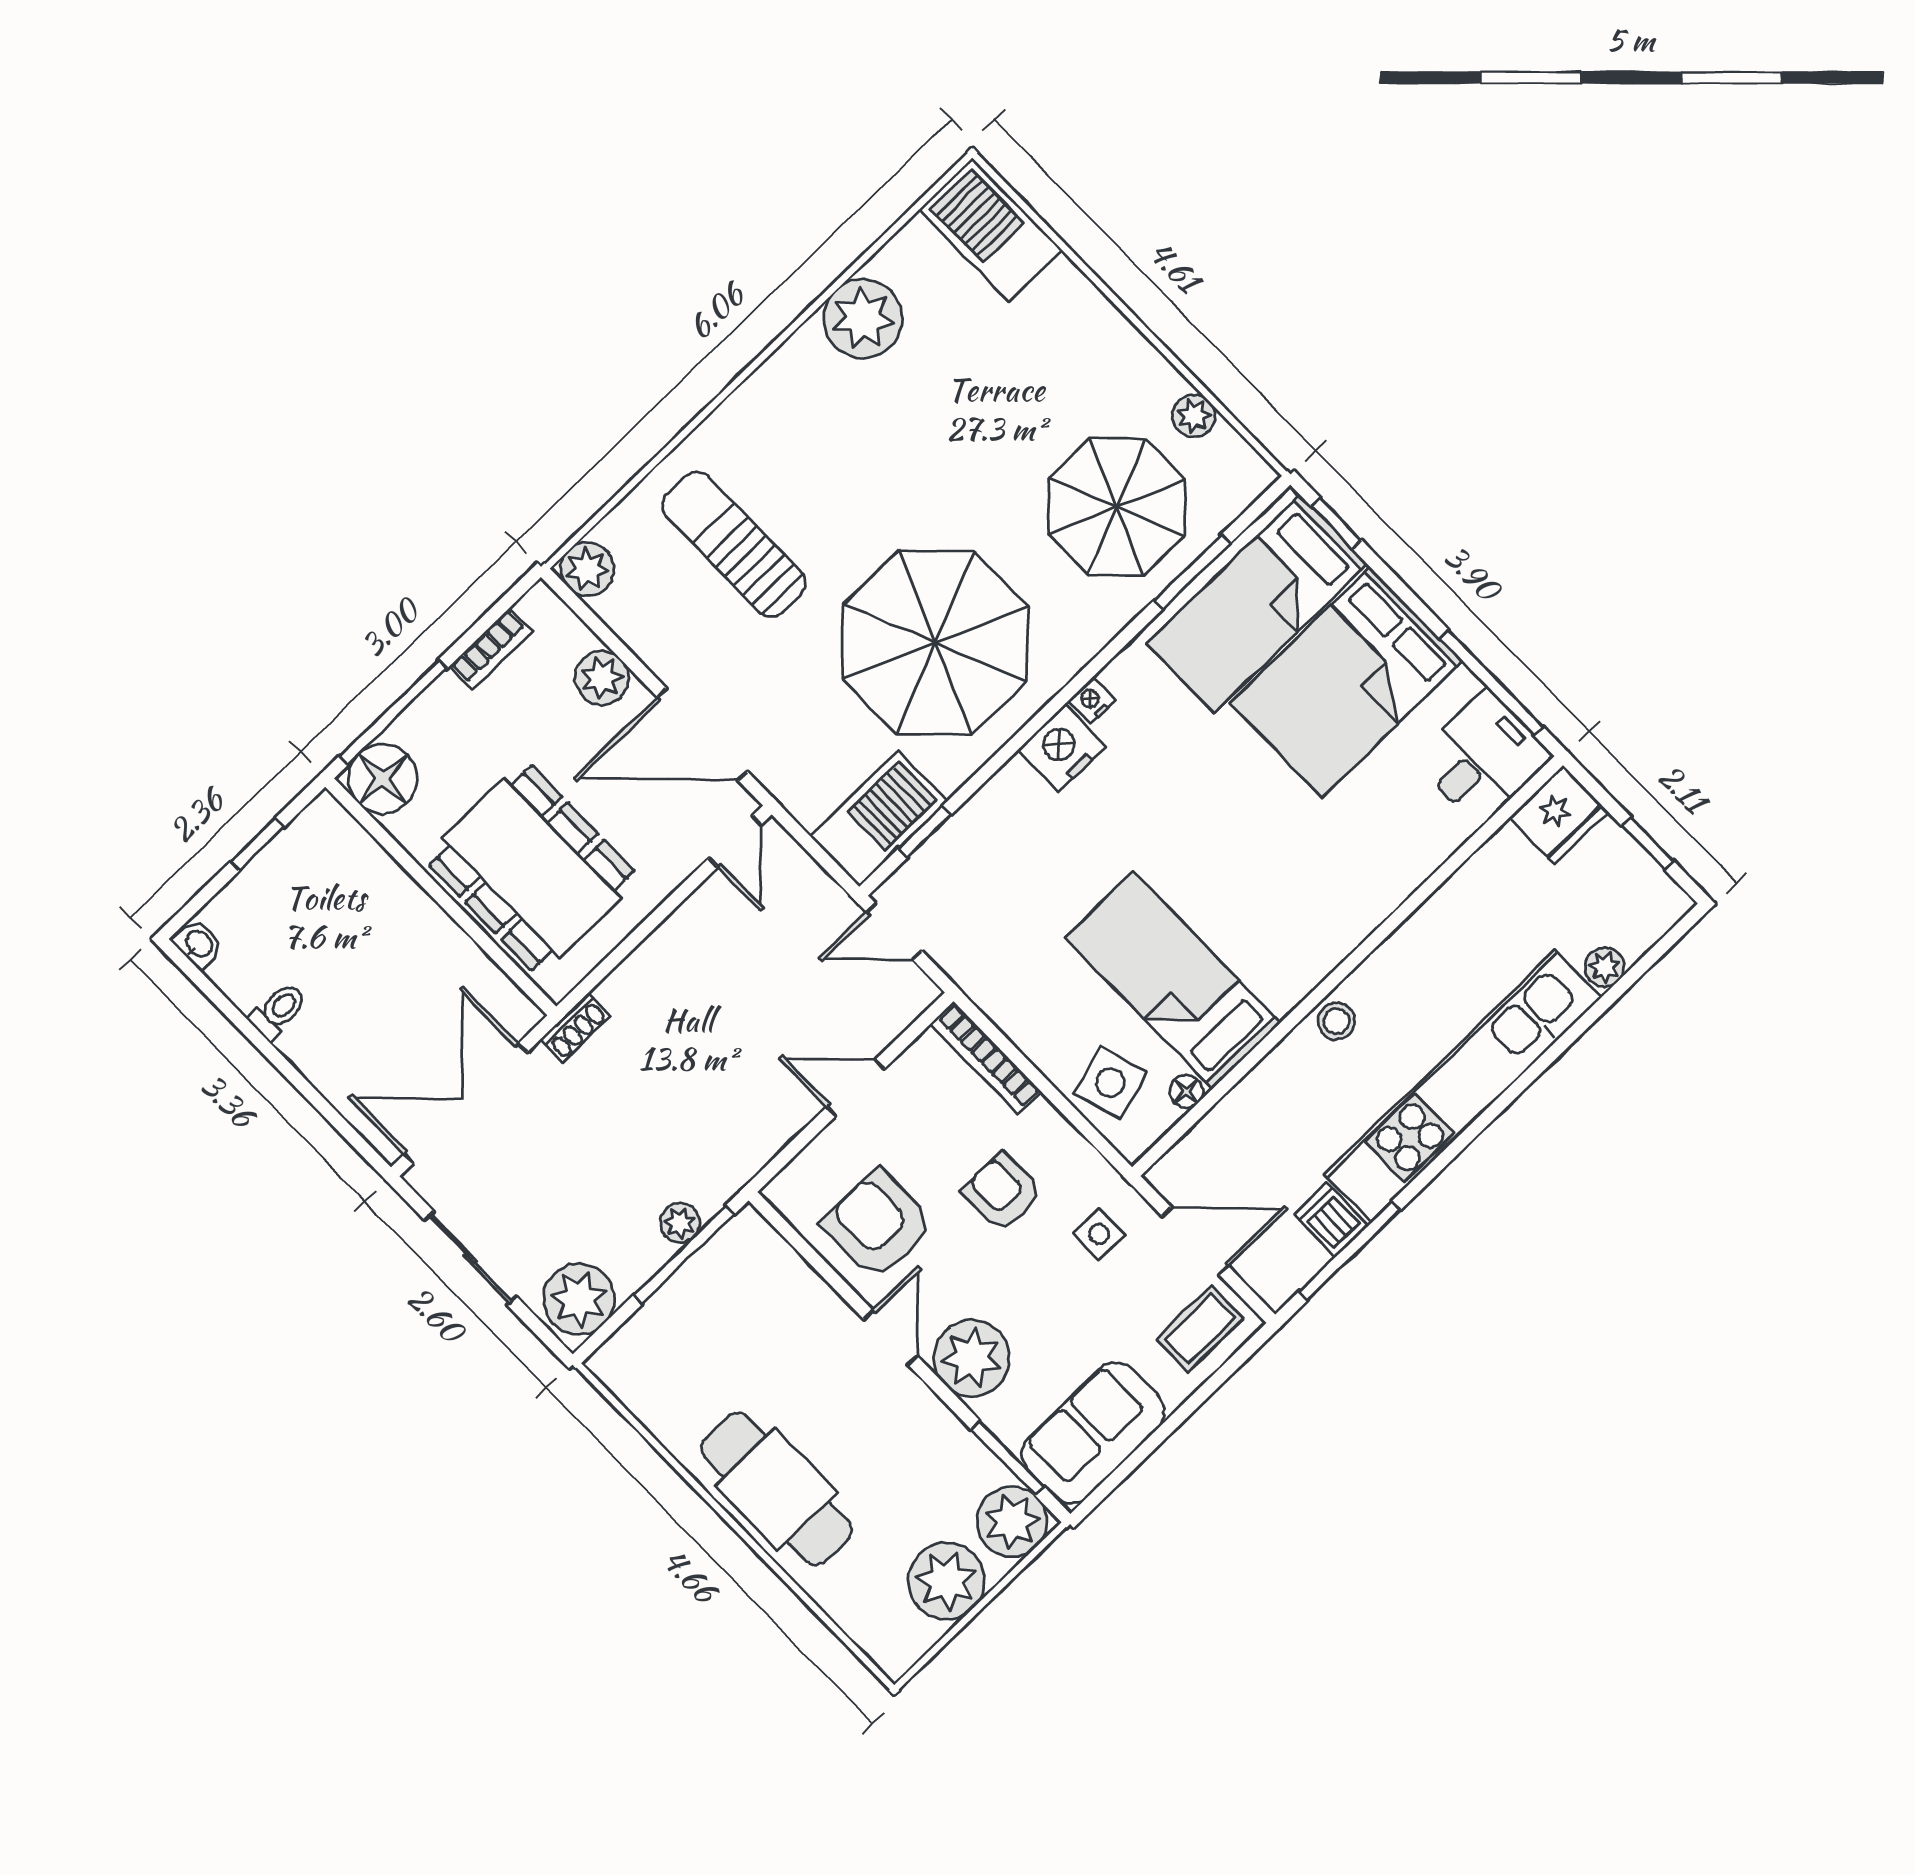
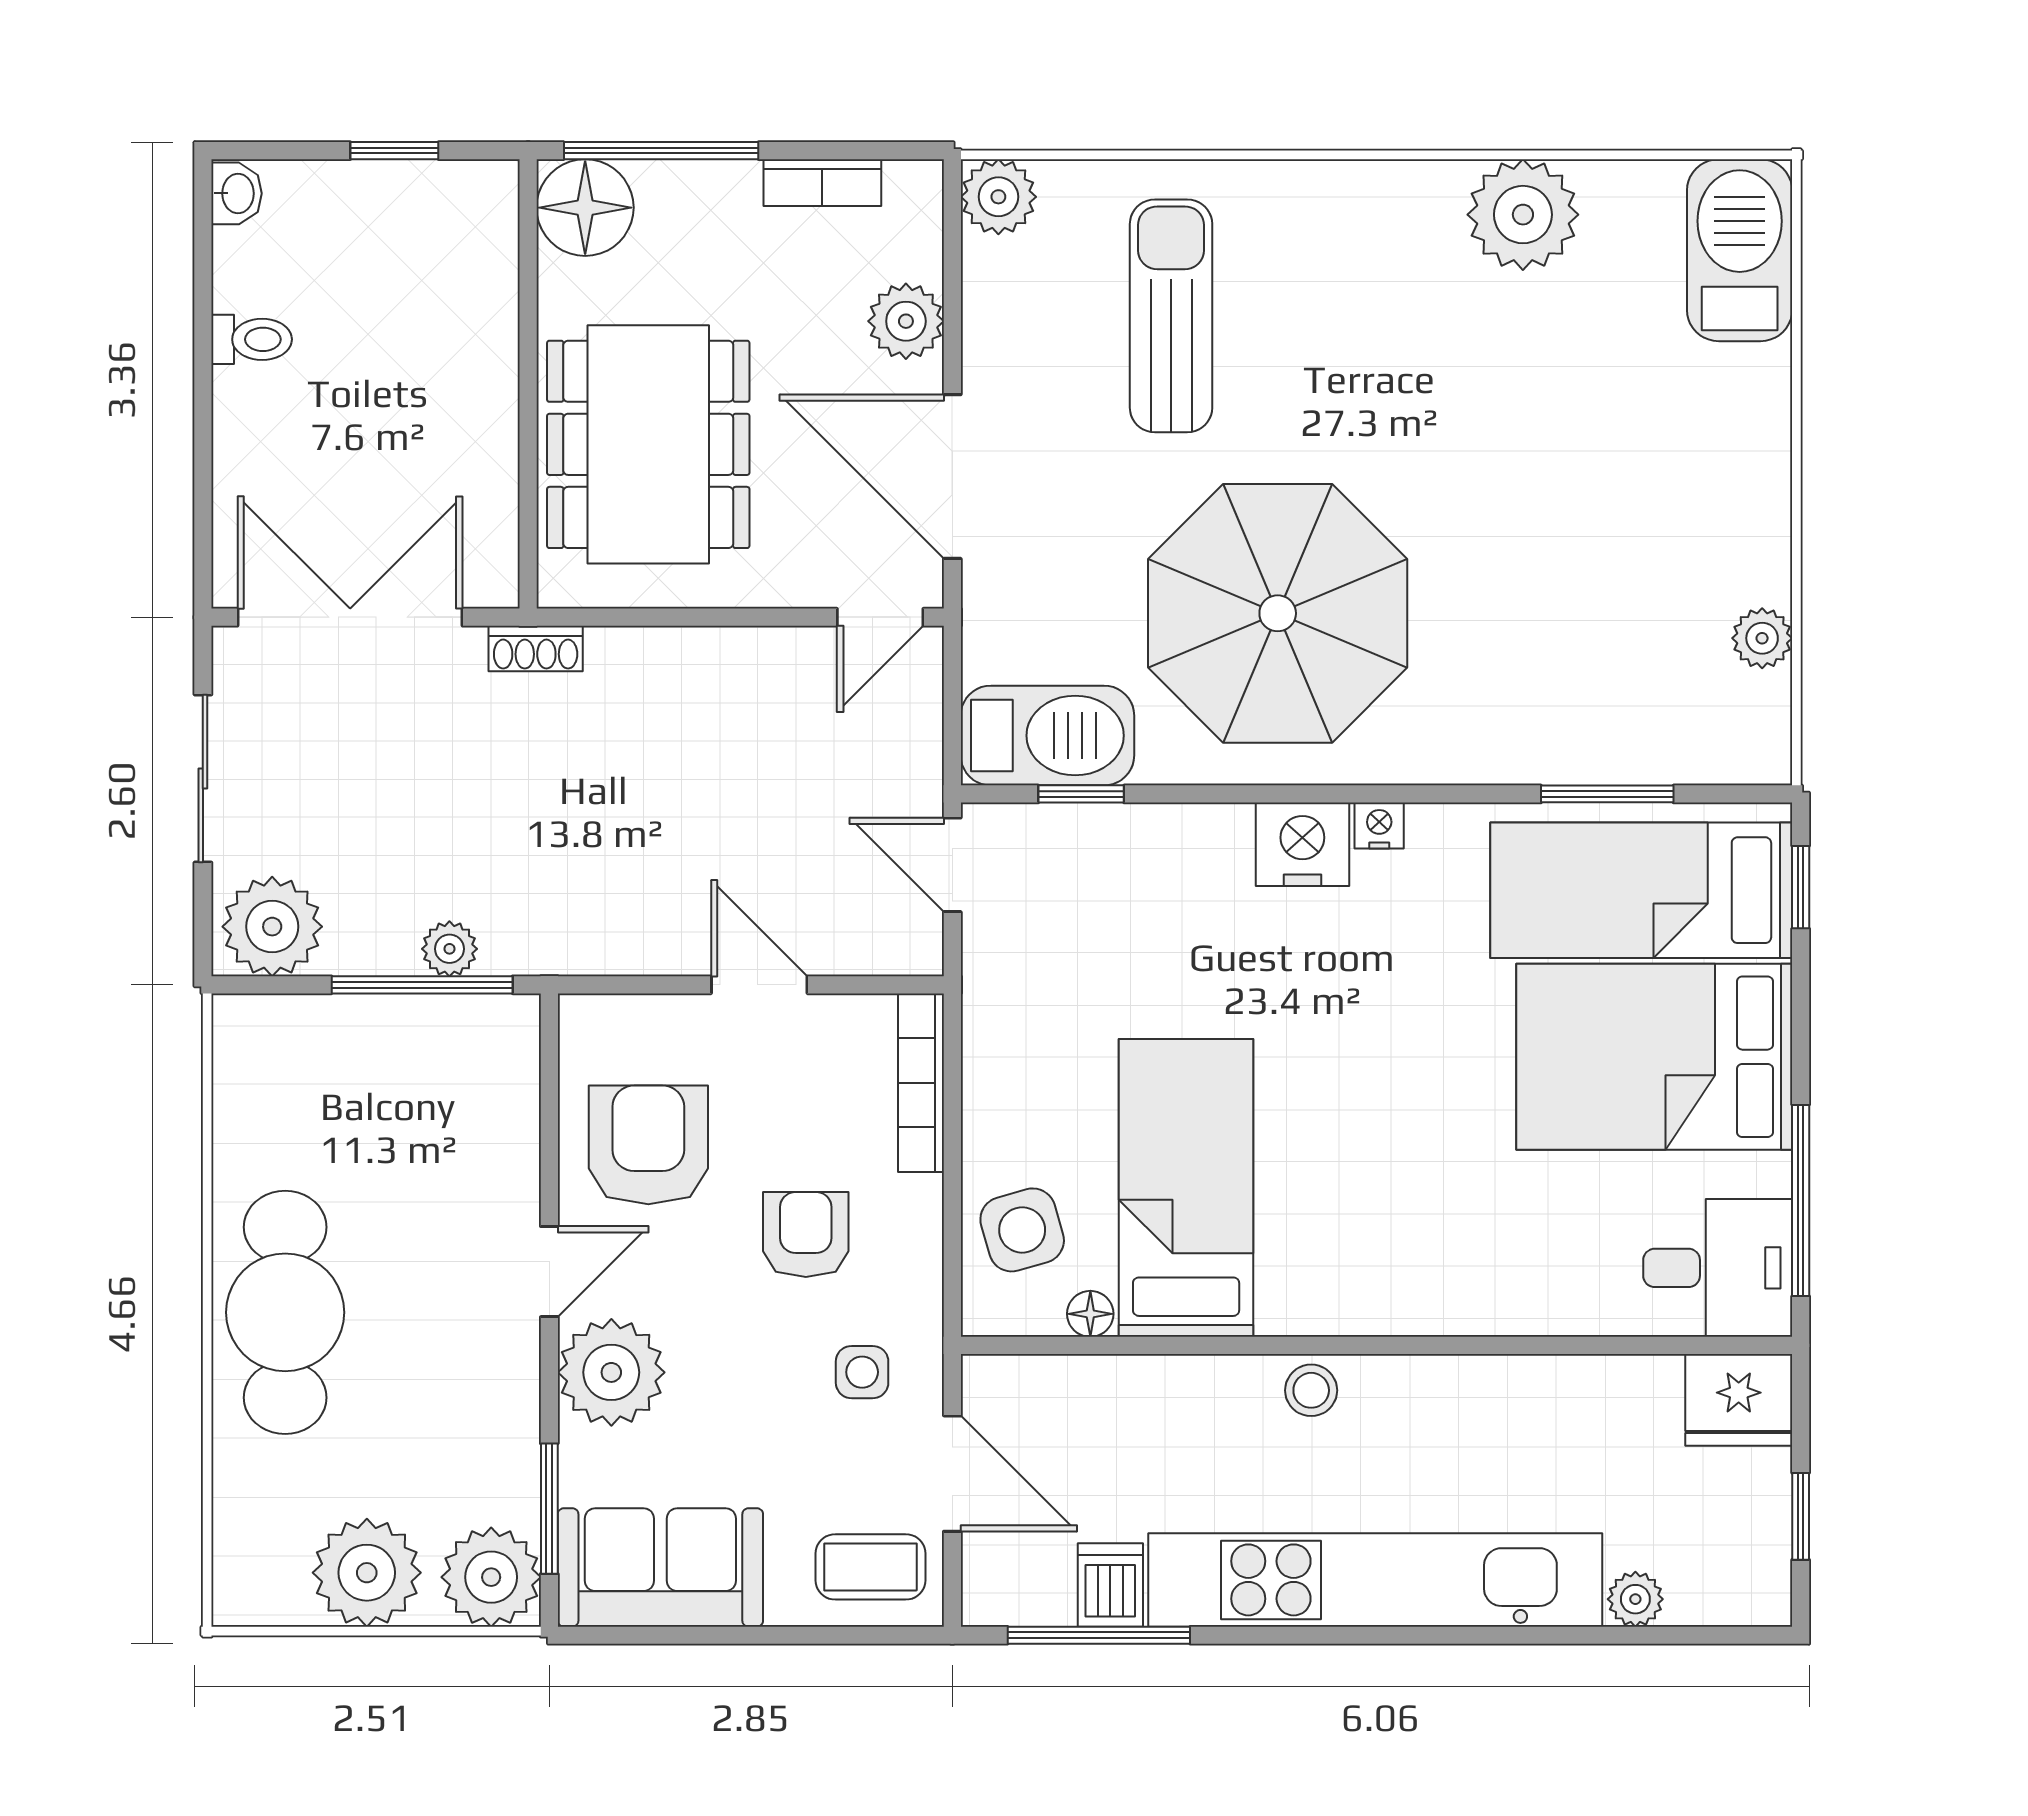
parasol: (1117, 507) -> (1595, 654), removed

